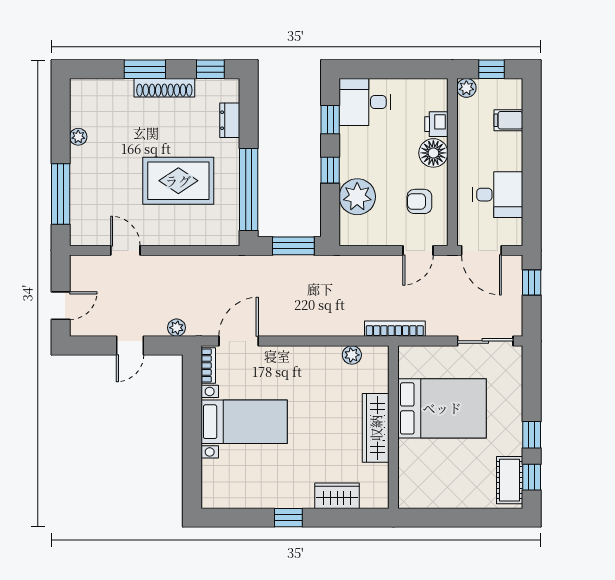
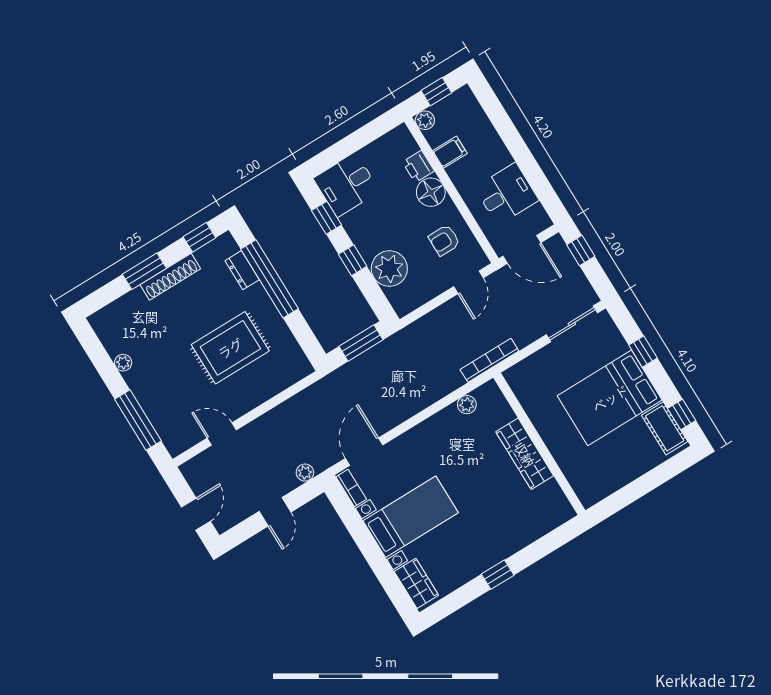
filing cabinet: (508, 120) -> (450, 152), moved, turned 180
window: (249, 190) -> (269, 279), moved
bed: (442, 408) -> (610, 398), moved, turned 180
window: (532, 435) -> (643, 352), moved
wardrobe: (337, 496) -> (416, 583), moved, turned 90

